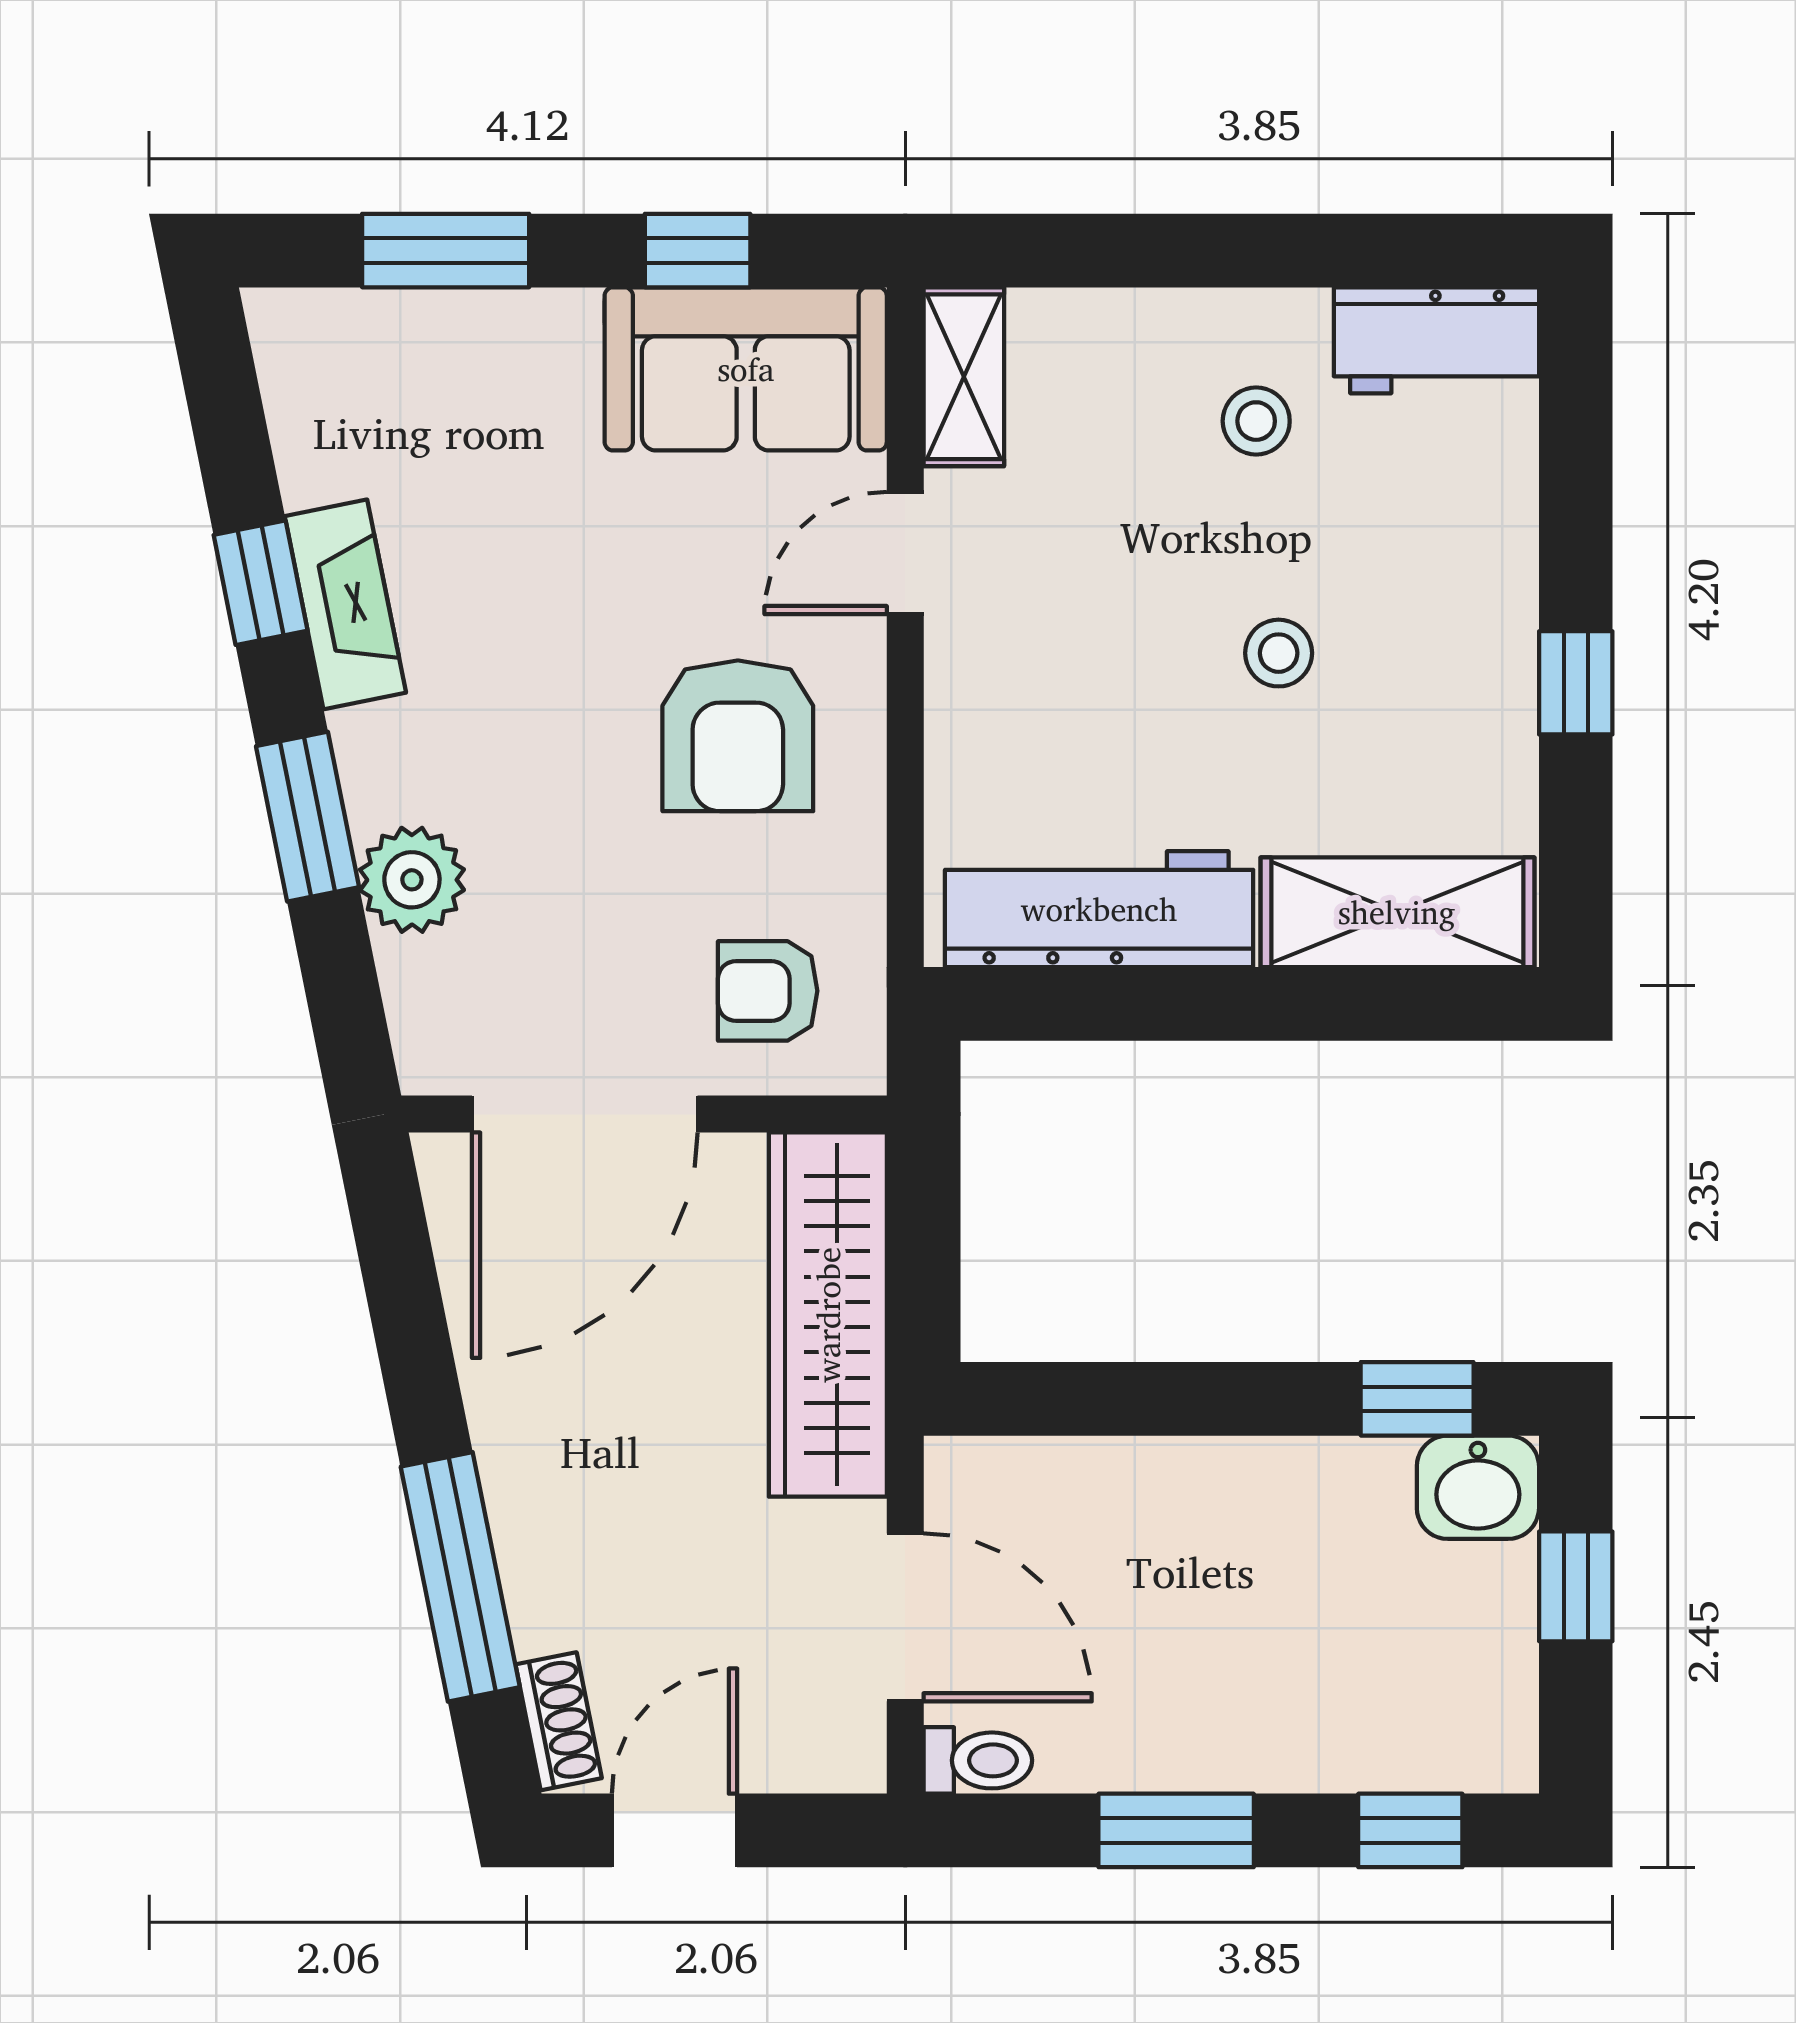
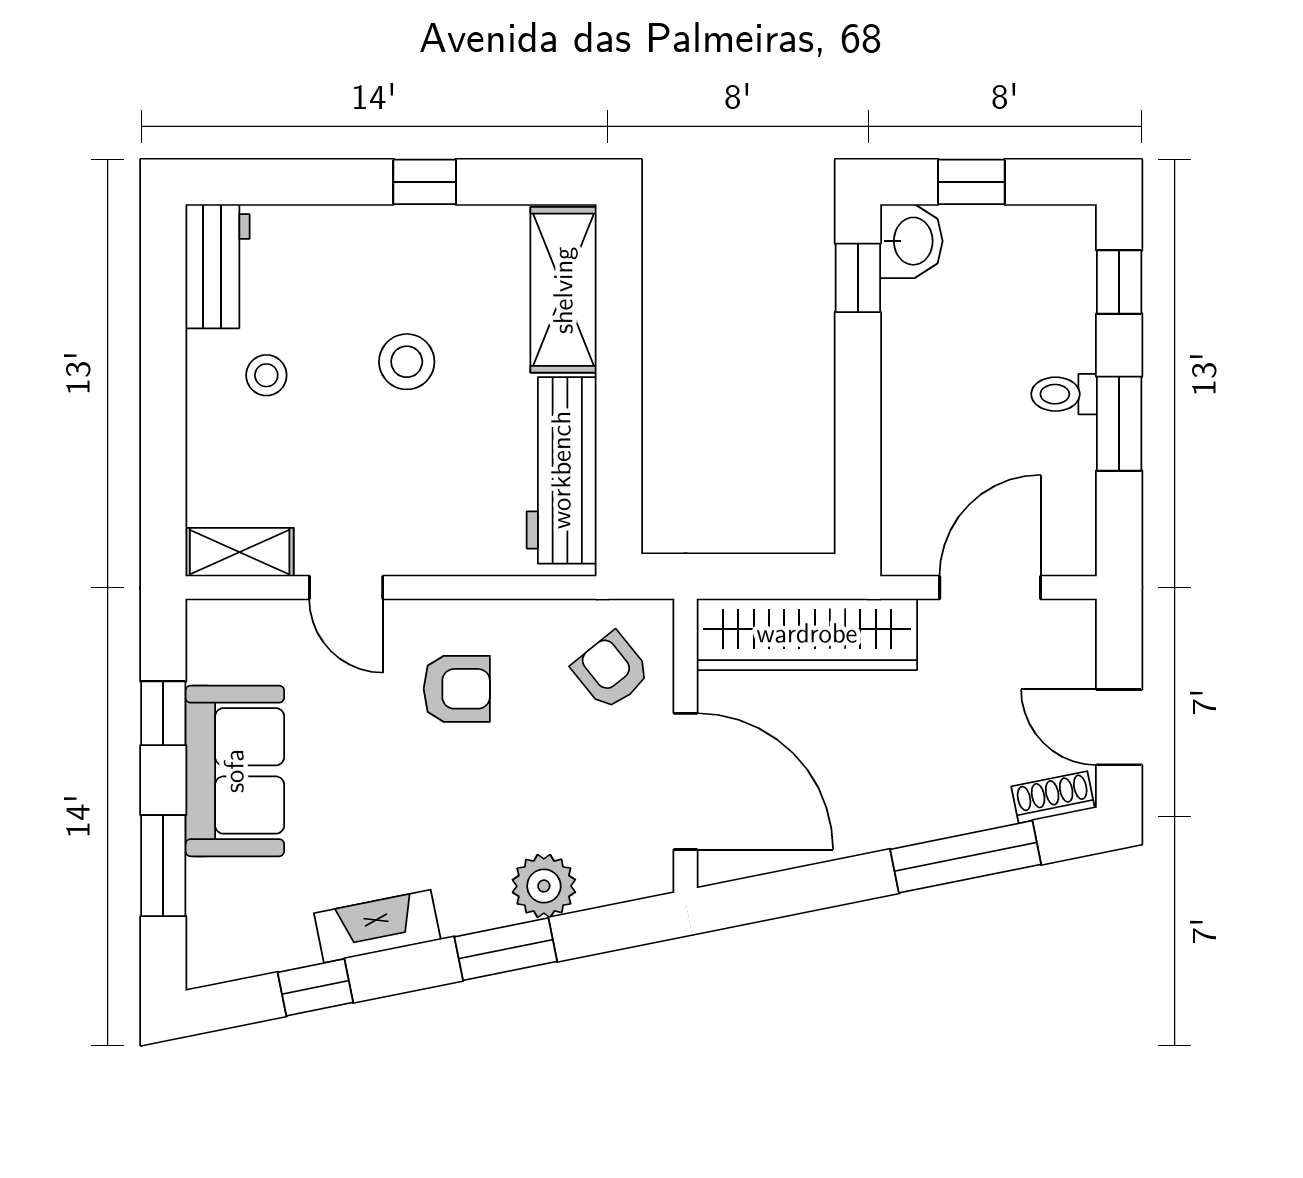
sofa: (746, 369) -> (235, 771), moved
window: (261, 583) -> (315, 987), moved
stool: (1279, 653) -> (407, 362), width x1.37, depth x1.37
armchair: (738, 736) -> (457, 689), width x0.72, depth x0.72
armchair: (768, 991) -> (611, 671), turned 141
toilet: (978, 1760) -> (1064, 394), moved, turned -90

